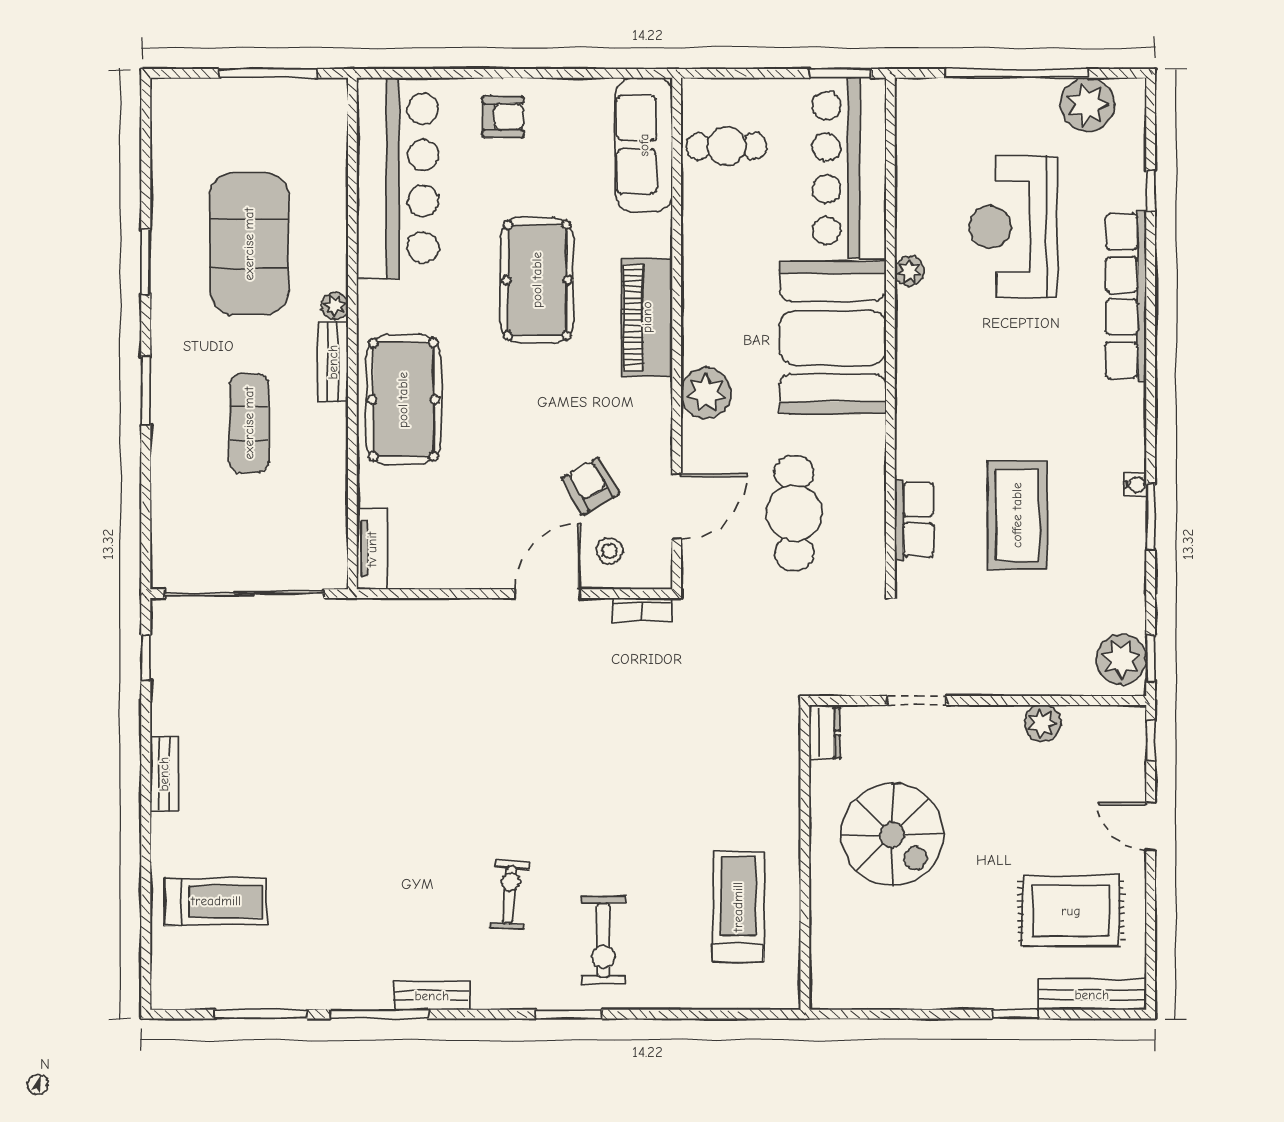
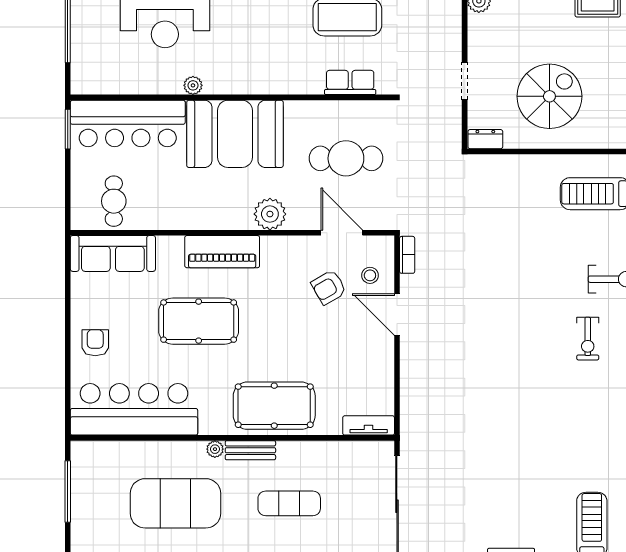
exercise bike: (509, 895) -> (588, 339), turned -95

